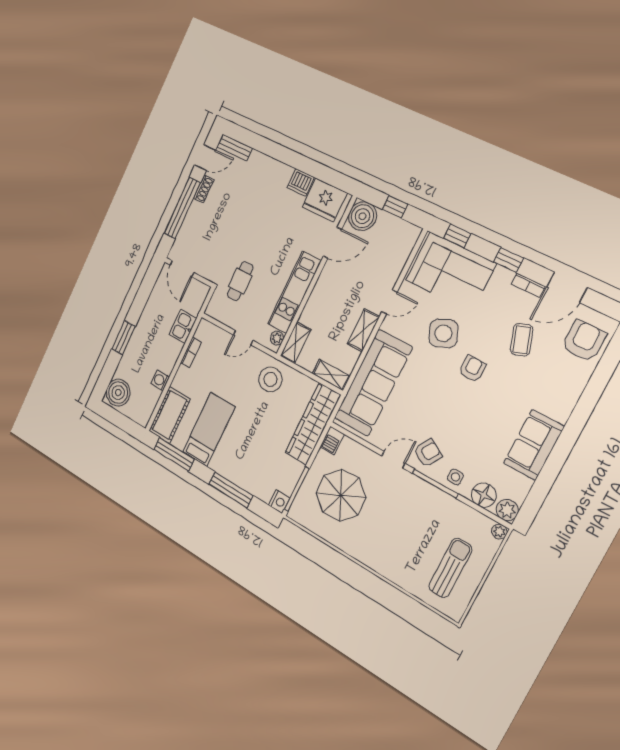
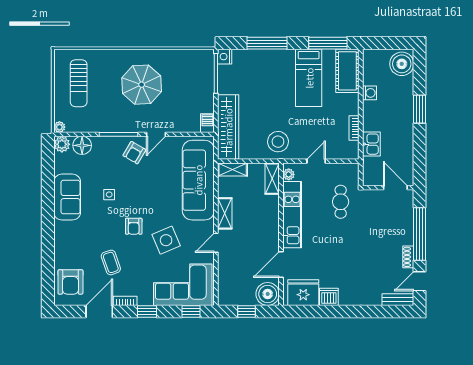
side table: (455, 477) -> (109, 195), moved
parasol: (341, 495) -> (142, 85), moved

